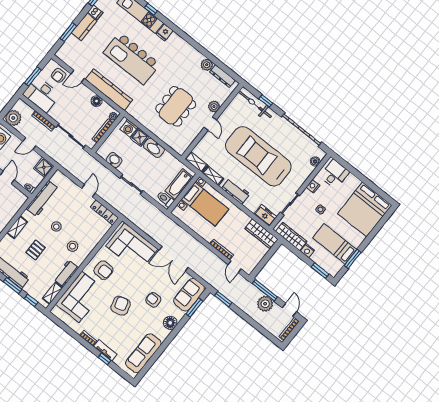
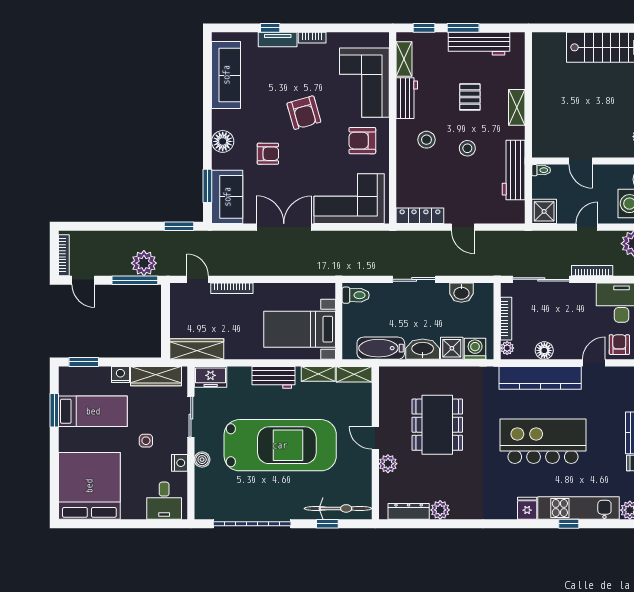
boiler: (315, 161) -> (202, 460), moved
bathtub: (179, 184) -> (381, 348), moved, turned -90
plant: (265, 304) -> (144, 263), moved

